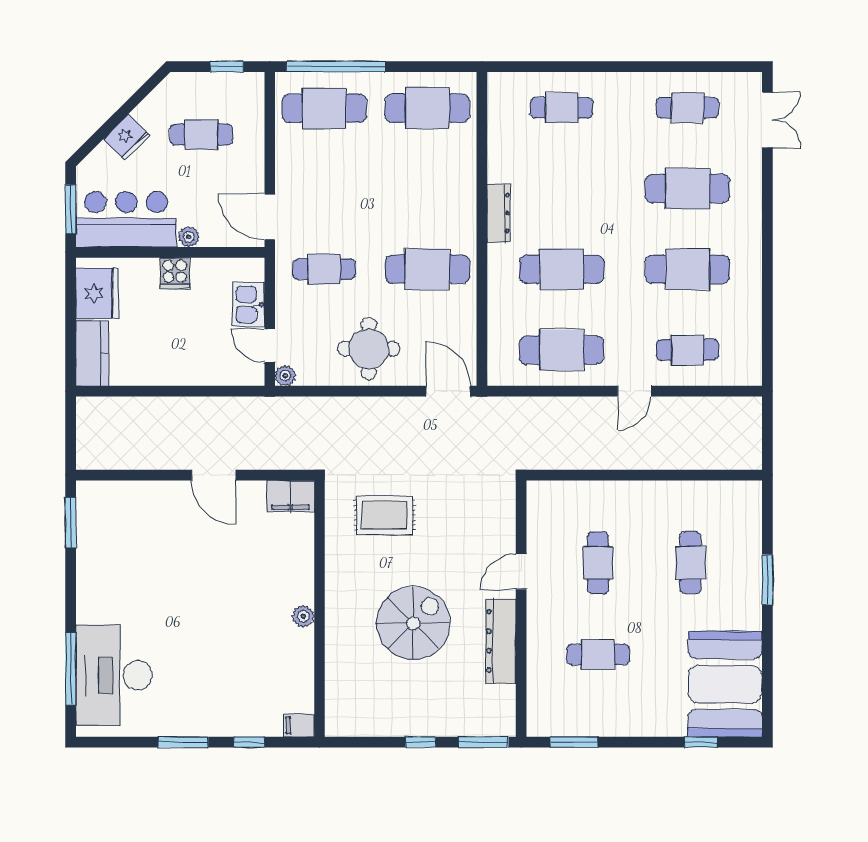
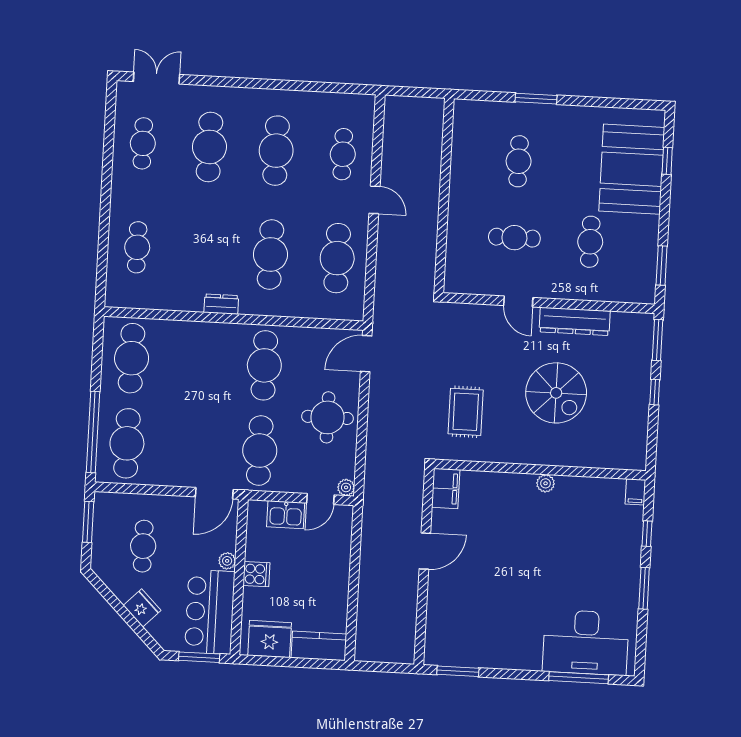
window: (227, 67) -> (88, 522), width x1.50
dresser: (499, 213) -> (221, 304), width x0.70
cafe table: (324, 269) -> (260, 451), width x1.37, depth x1.35
cafe table: (690, 563) -> (519, 161), turned 90
spiral stairs: (413, 623) -> (556, 393), turned 180
booth: (725, 684) -> (632, 169), moved, turned 90

